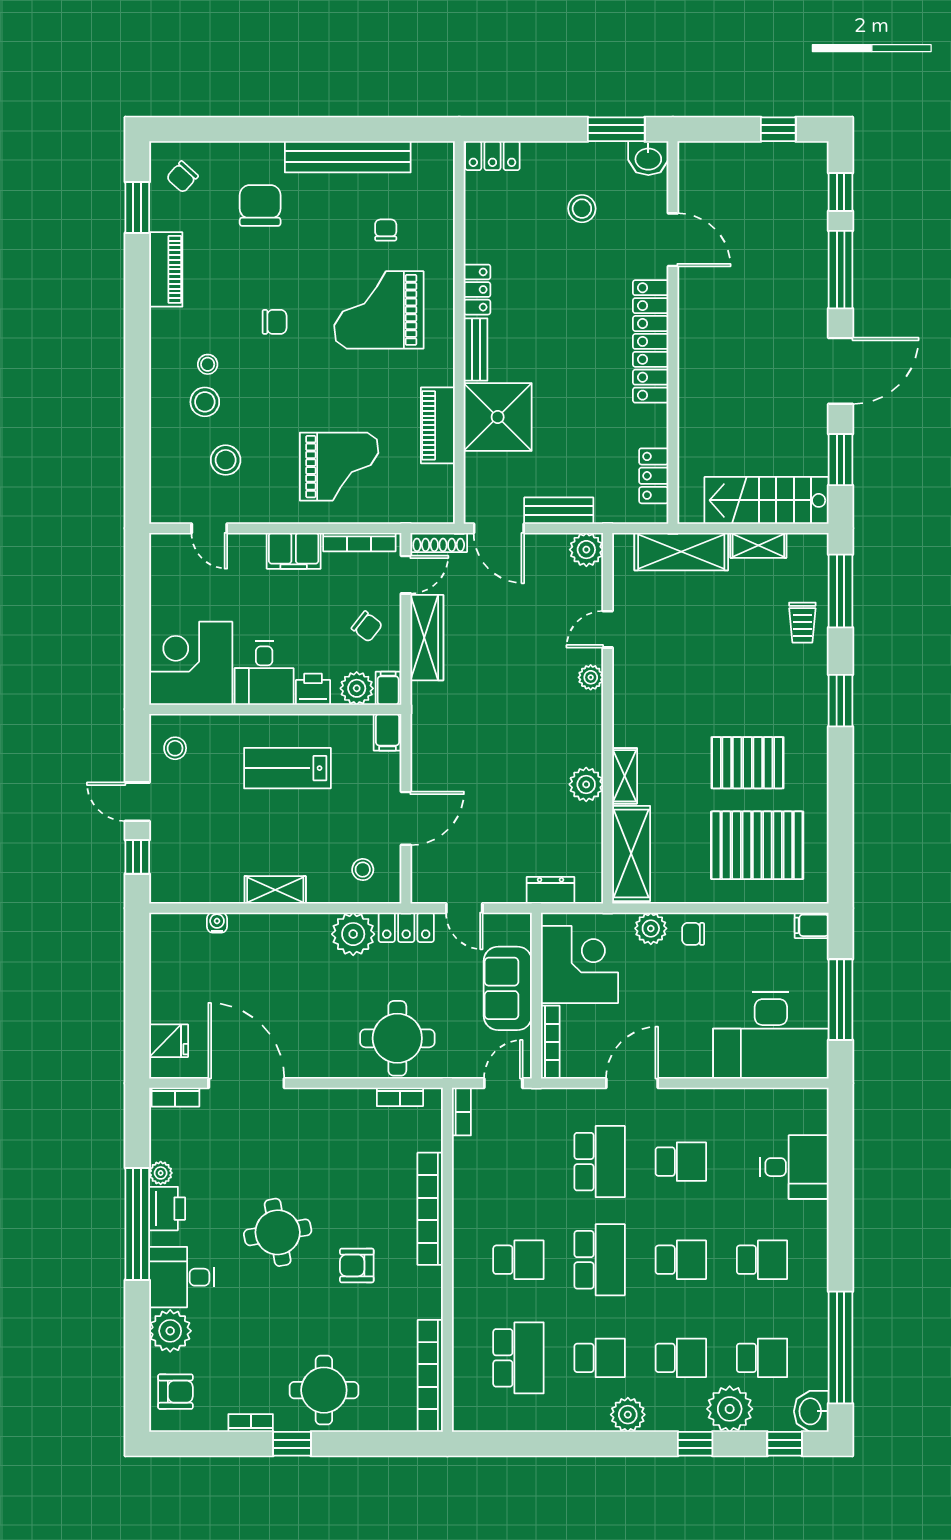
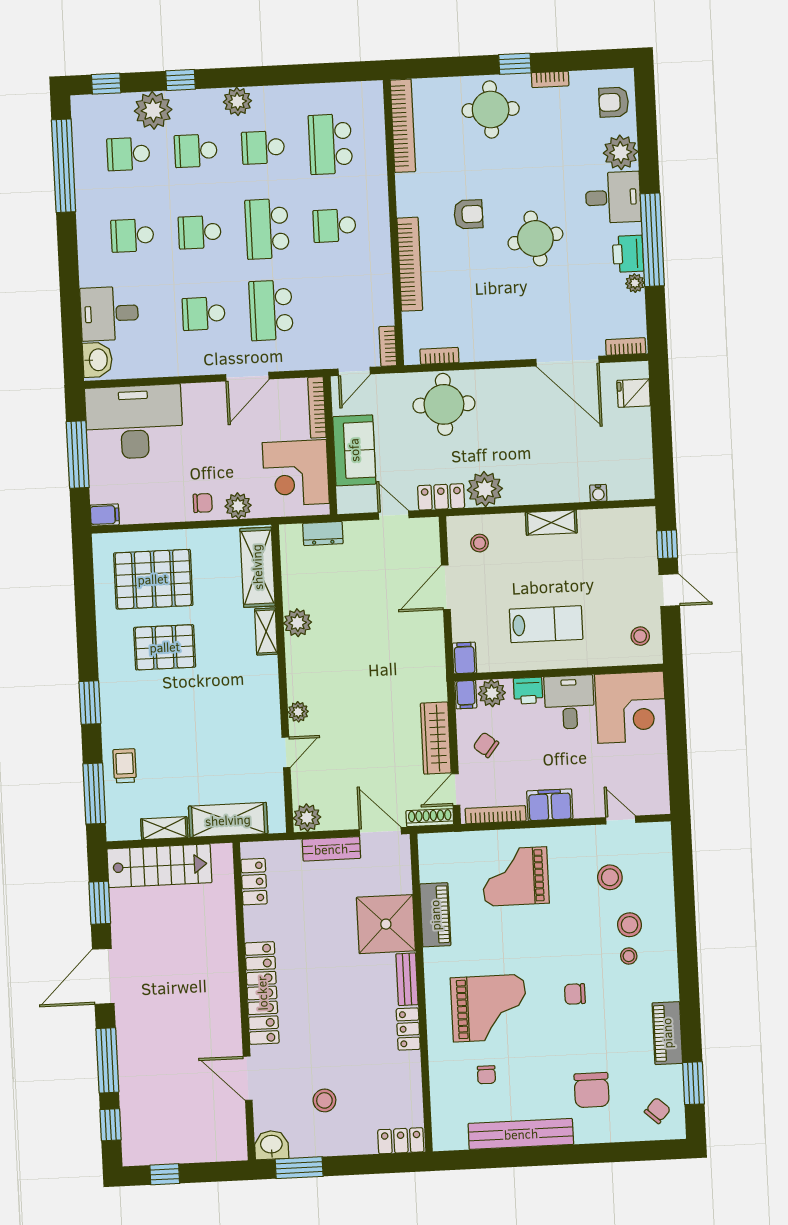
washbasin: (811, 1411) -> (97, 360), moved

